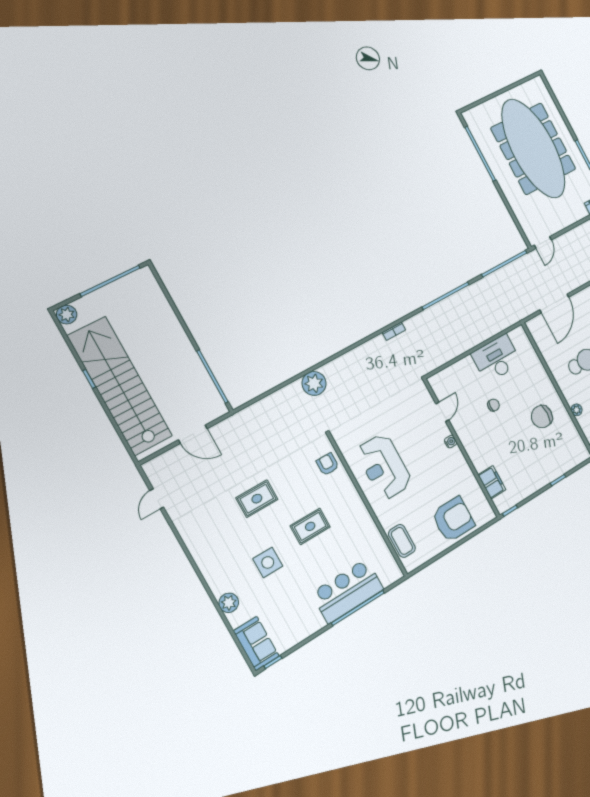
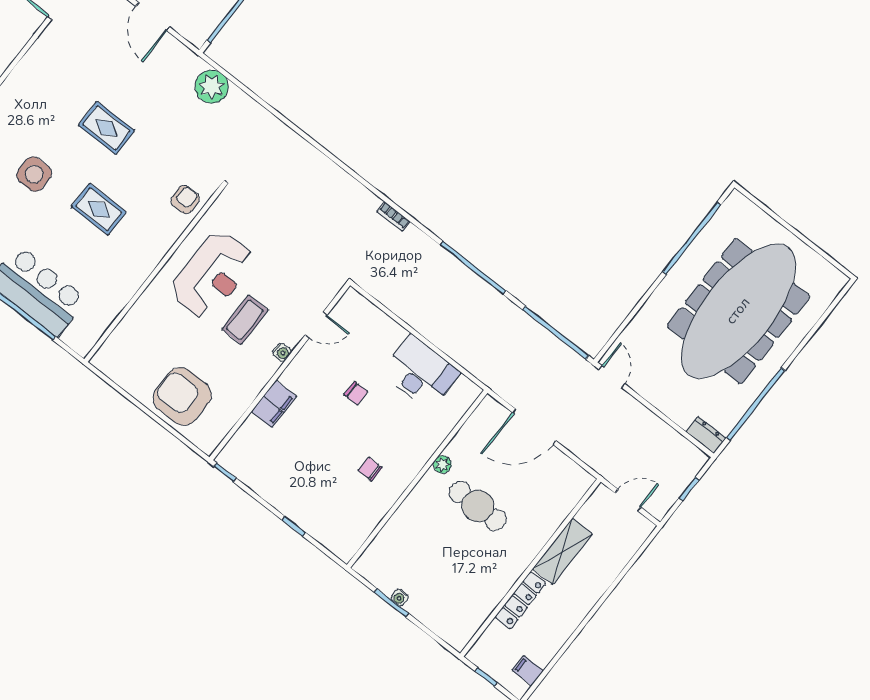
door: (543, 243) -> (612, 377), swing flipped
plant: (314, 383) -> (212, 87), moved
plant: (577, 410) -> (442, 464), moved
chair: (542, 417) -> (370, 469), width x0.54, depth x0.54
reception desk: (384, 467) -> (212, 275), turned 180
filing cabinet: (492, 482) -> (274, 404), moved
armchair: (453, 519) -> (182, 396), turned 180
coffee table: (402, 541) -> (245, 320), moved

